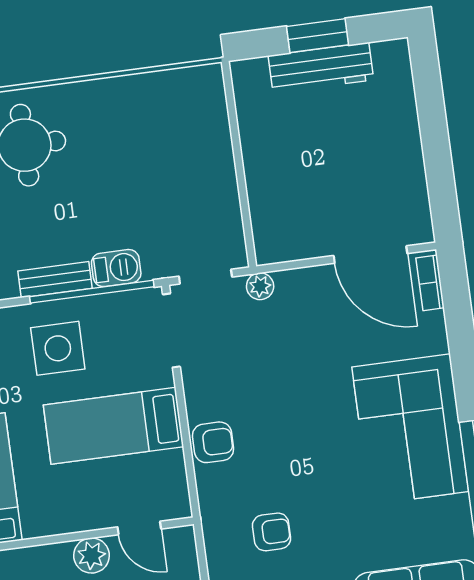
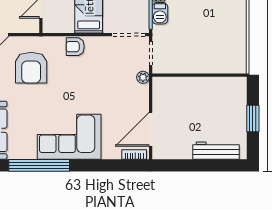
workbench: (321, 68) -> (216, 151), moved, turned 90
armchair: (213, 442) -> (75, 47), turned 90
armchair: (272, 532) -> (31, 68), width x1.88, depth x1.88

